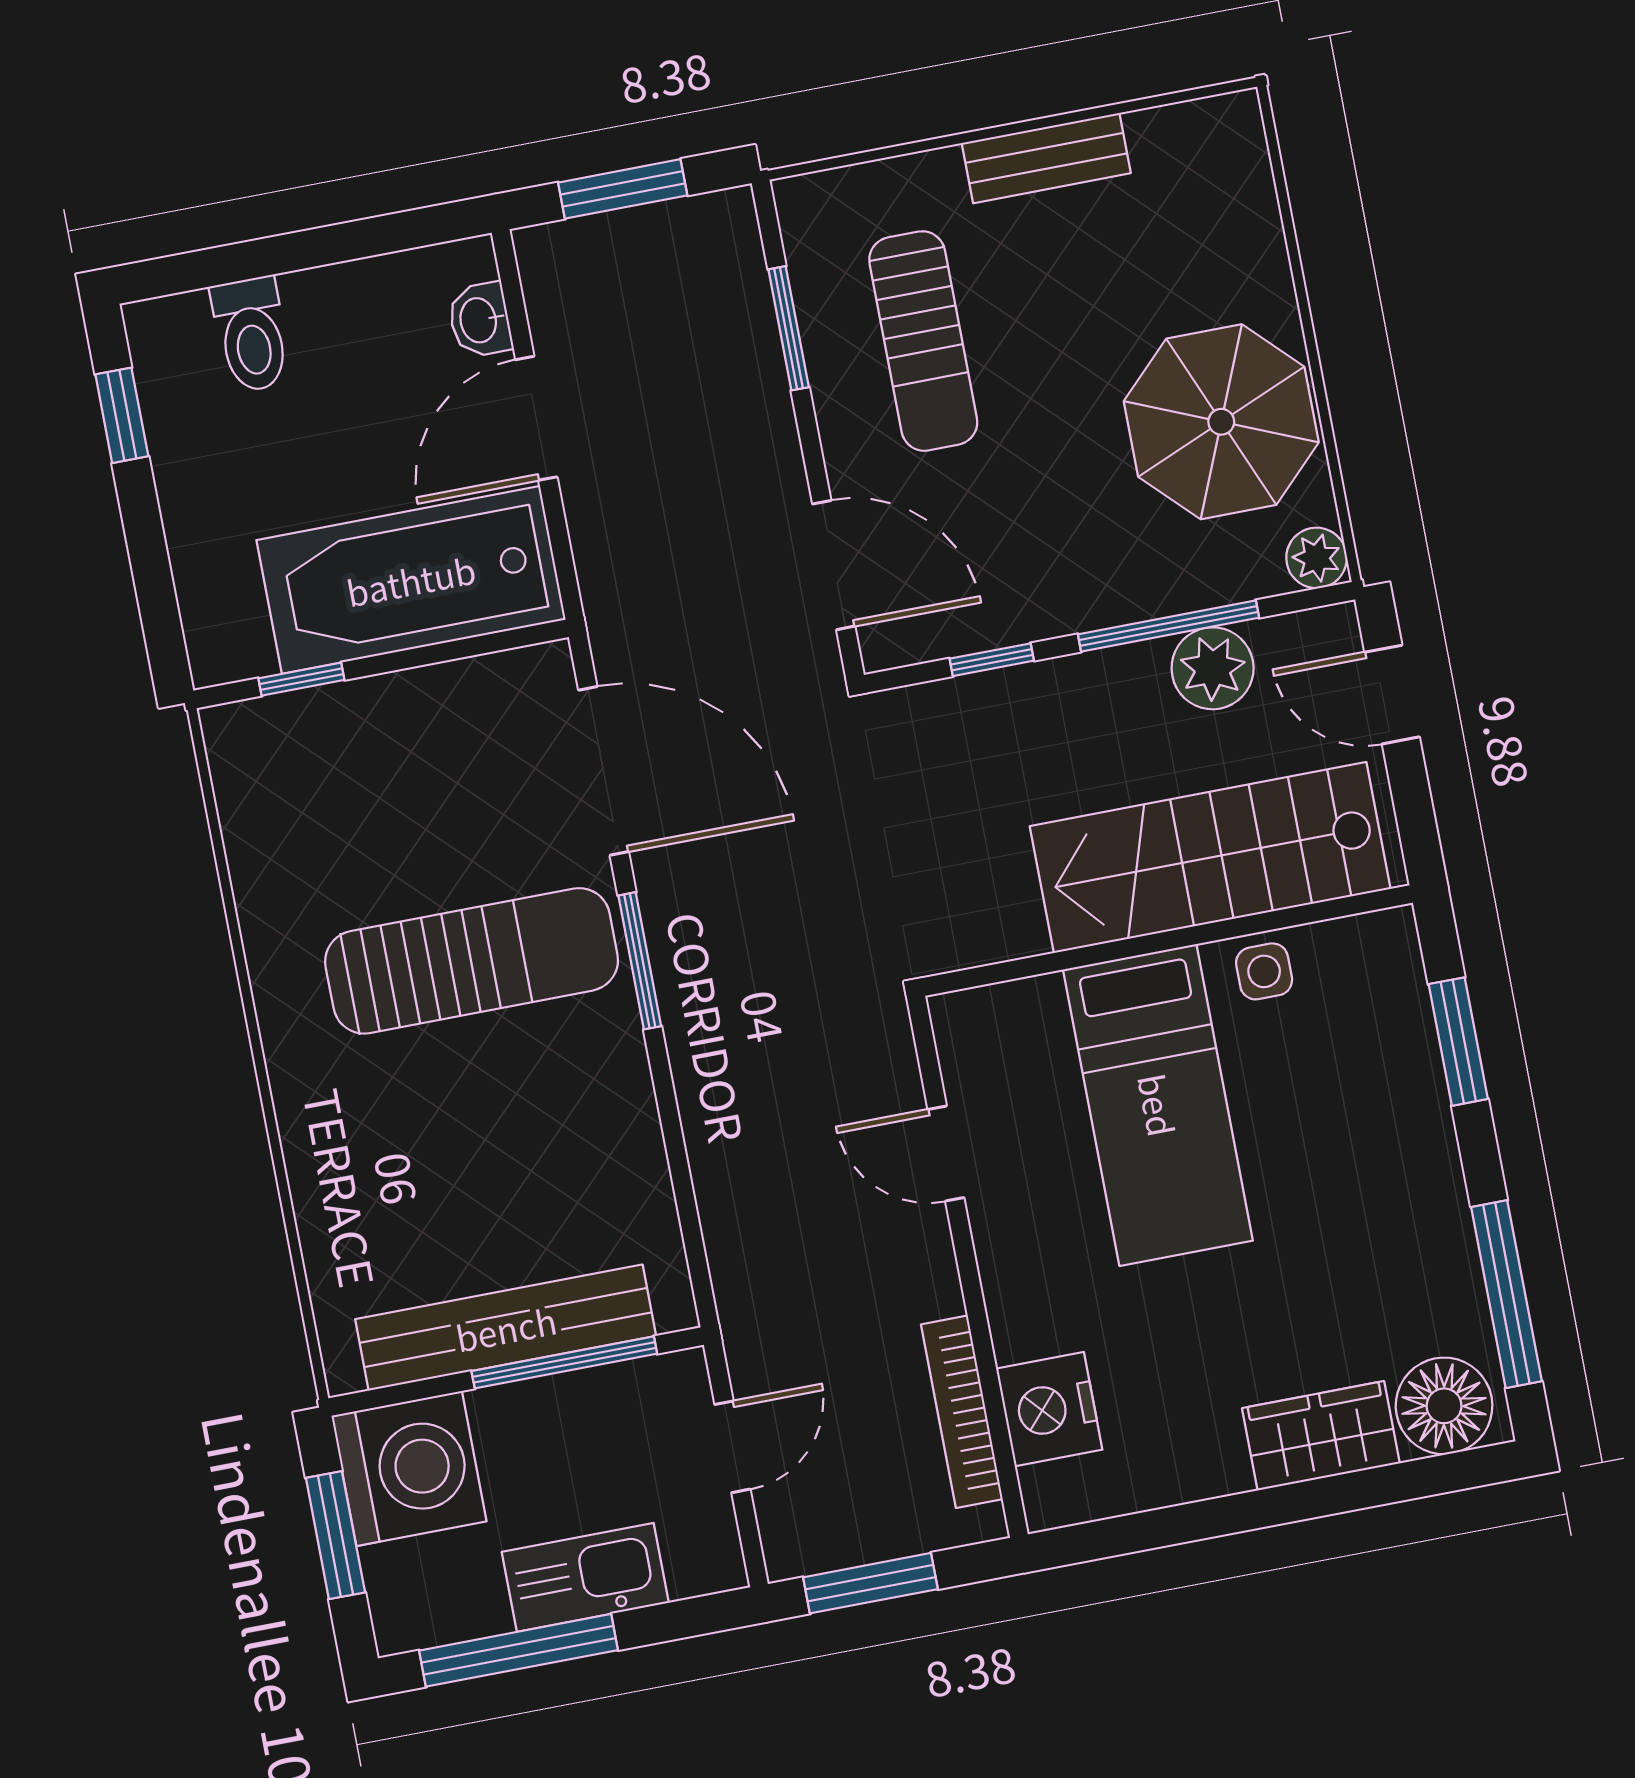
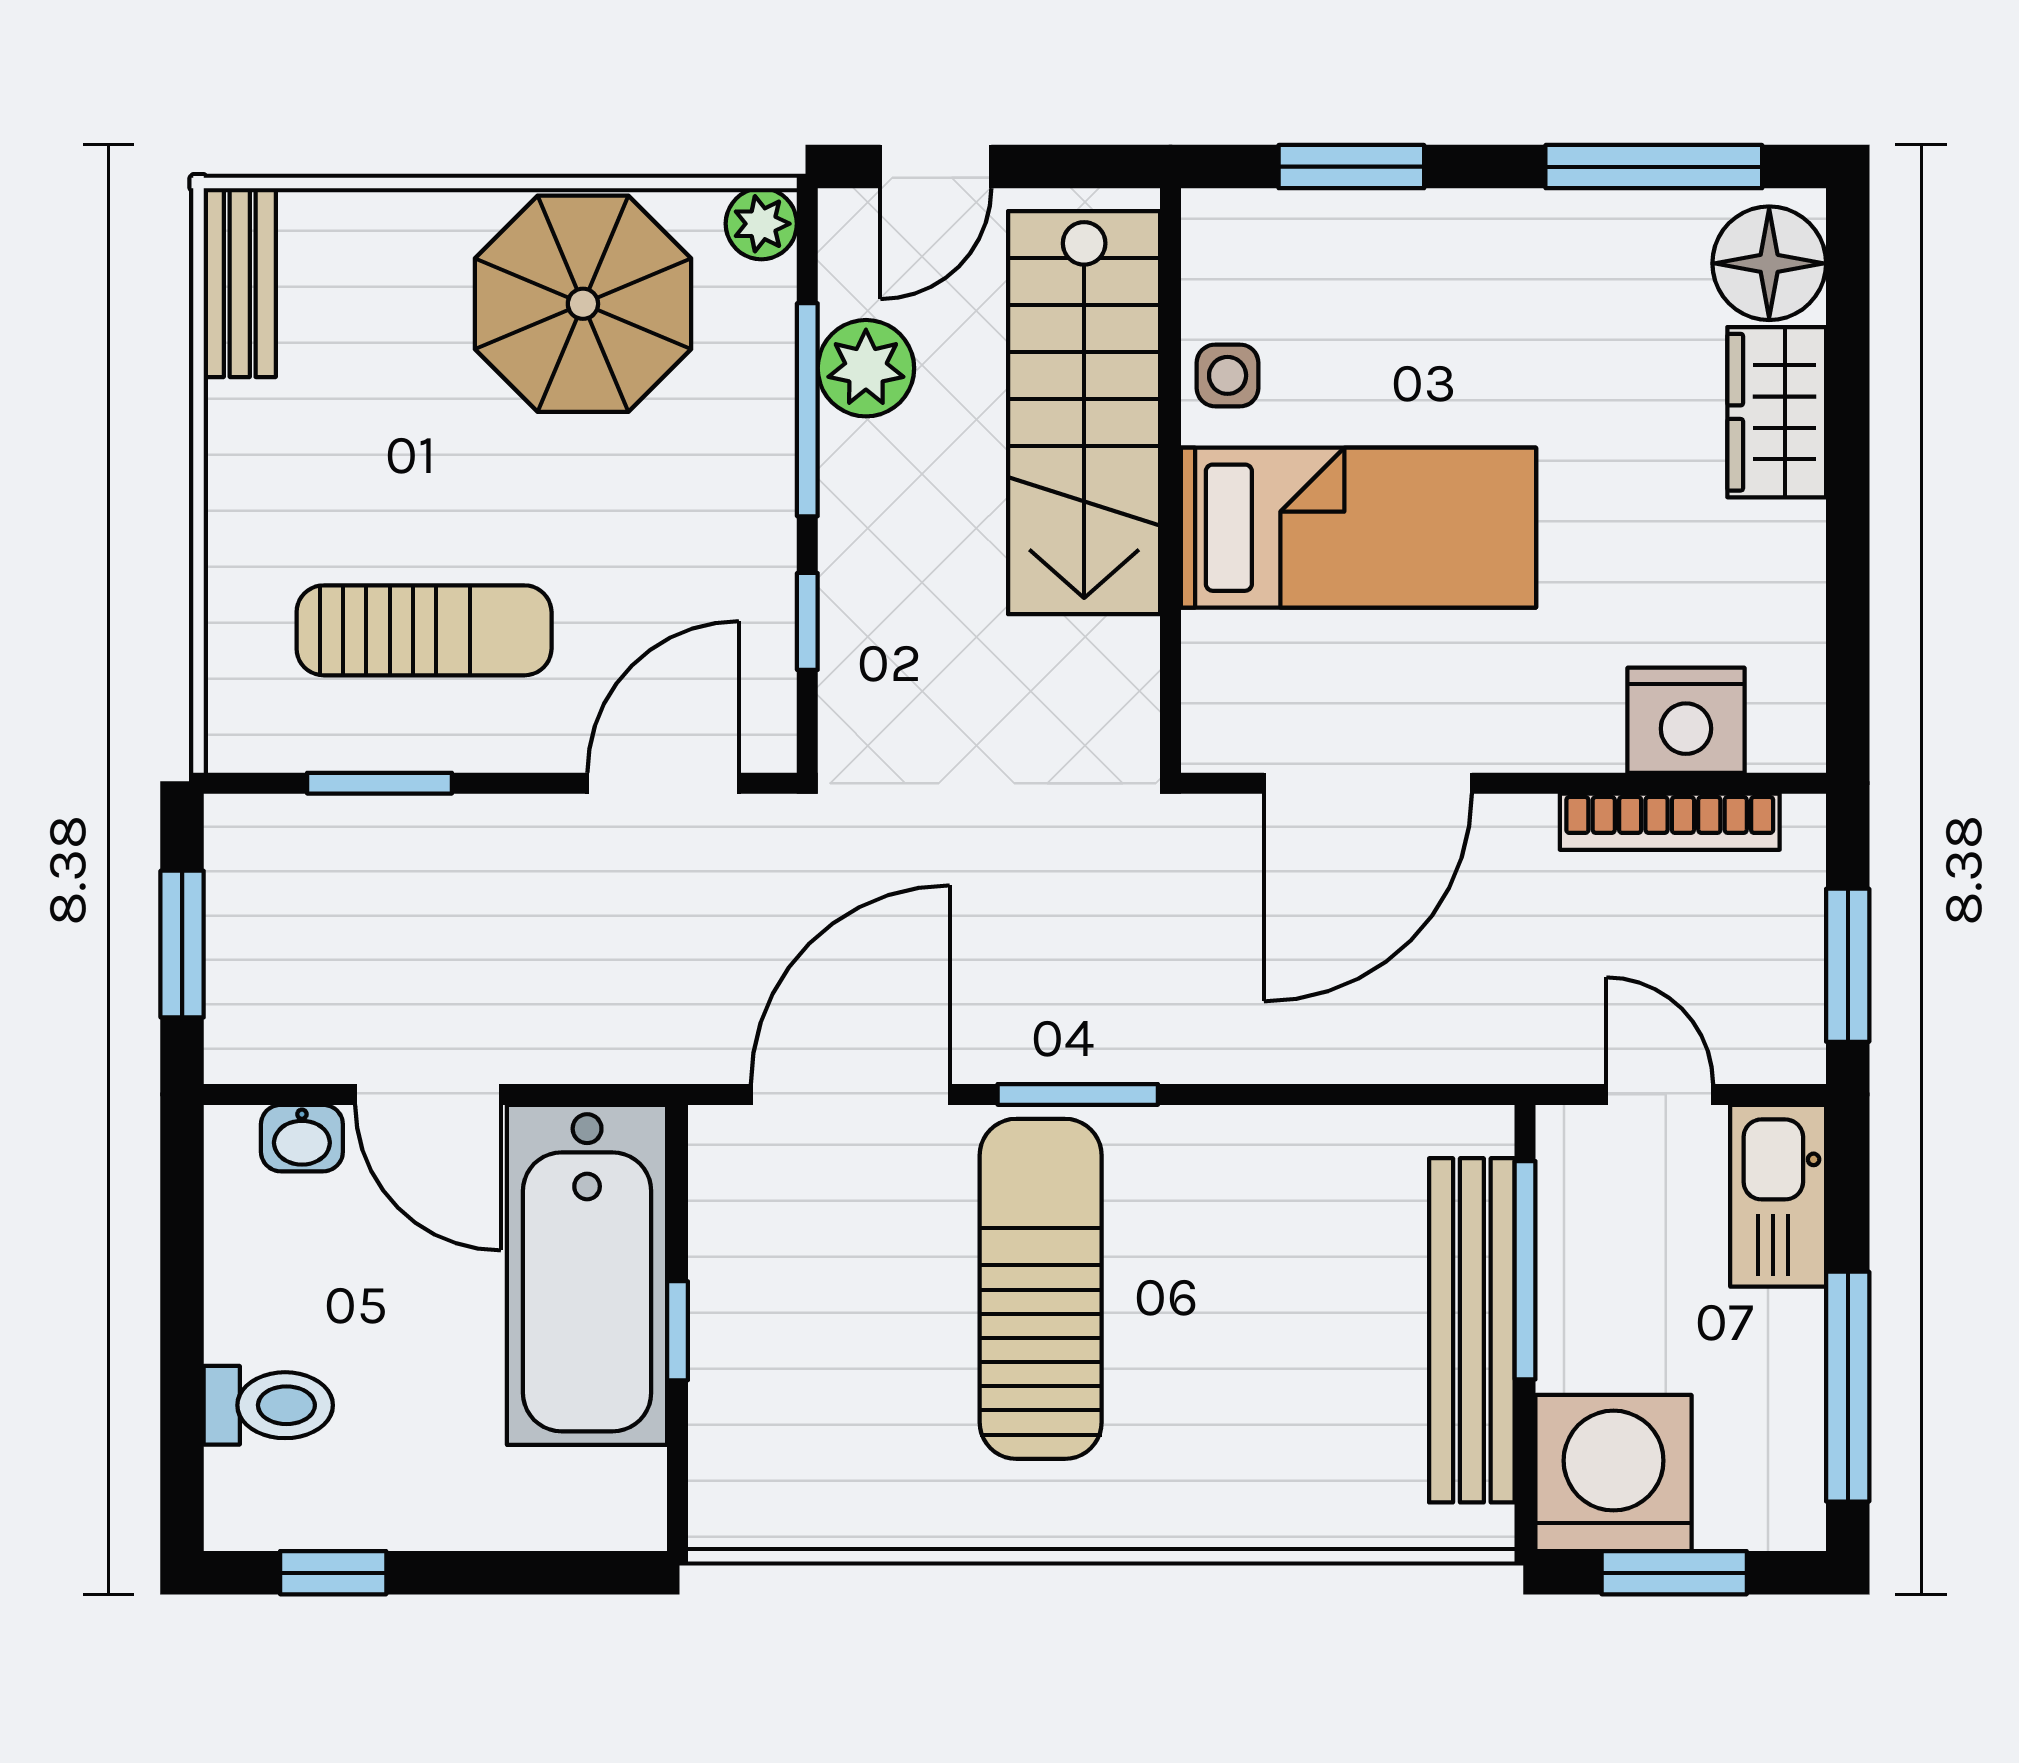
bench: (1046, 158) -> (240, 283), moved
window: (301, 679) -> (678, 1331), moved
door: (946, 1154) -> (1368, 783), width x1.87
kitchen sink: (585, 1577) -> (1778, 1196), moved

